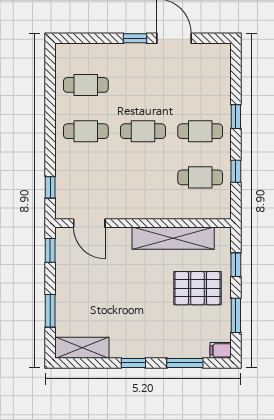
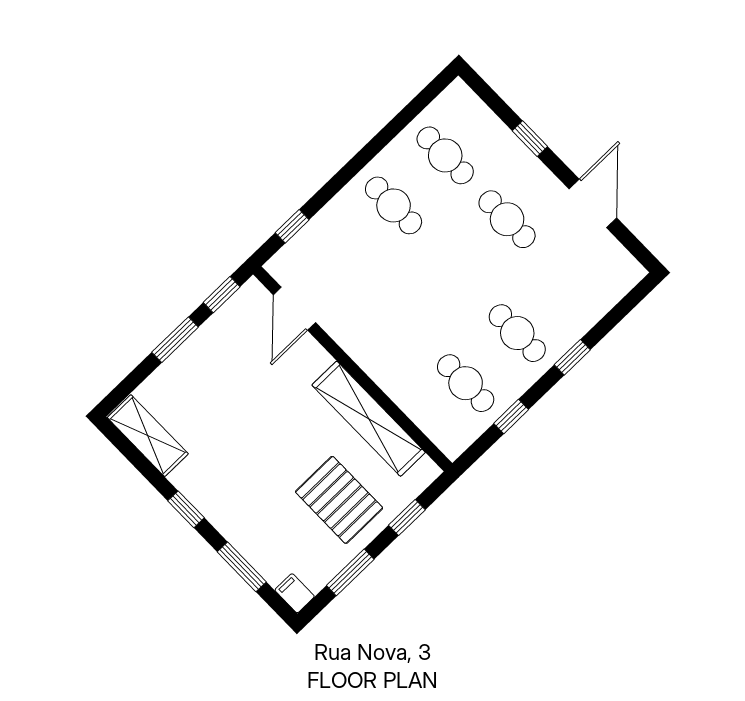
window: (135, 38) -> (530, 139), moved
cafe table: (143, 131) -> (507, 219), moved
window: (50, 311) -> (175, 340), moved

